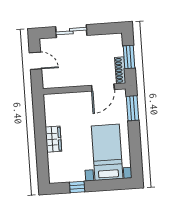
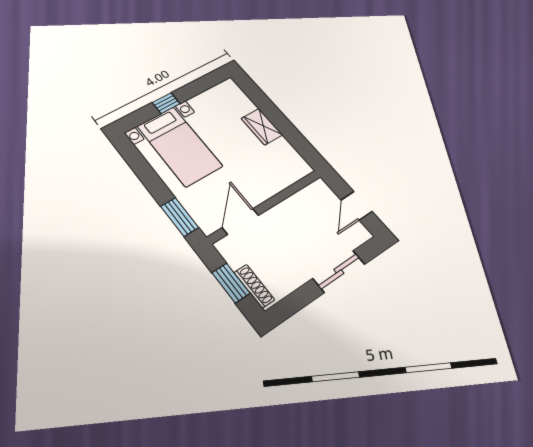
door: (35, 61) -> (357, 206), hinge flipped
shoe rack: (120, 70) -> (254, 286), moved
window: (77, 187) -> (166, 103), moved

